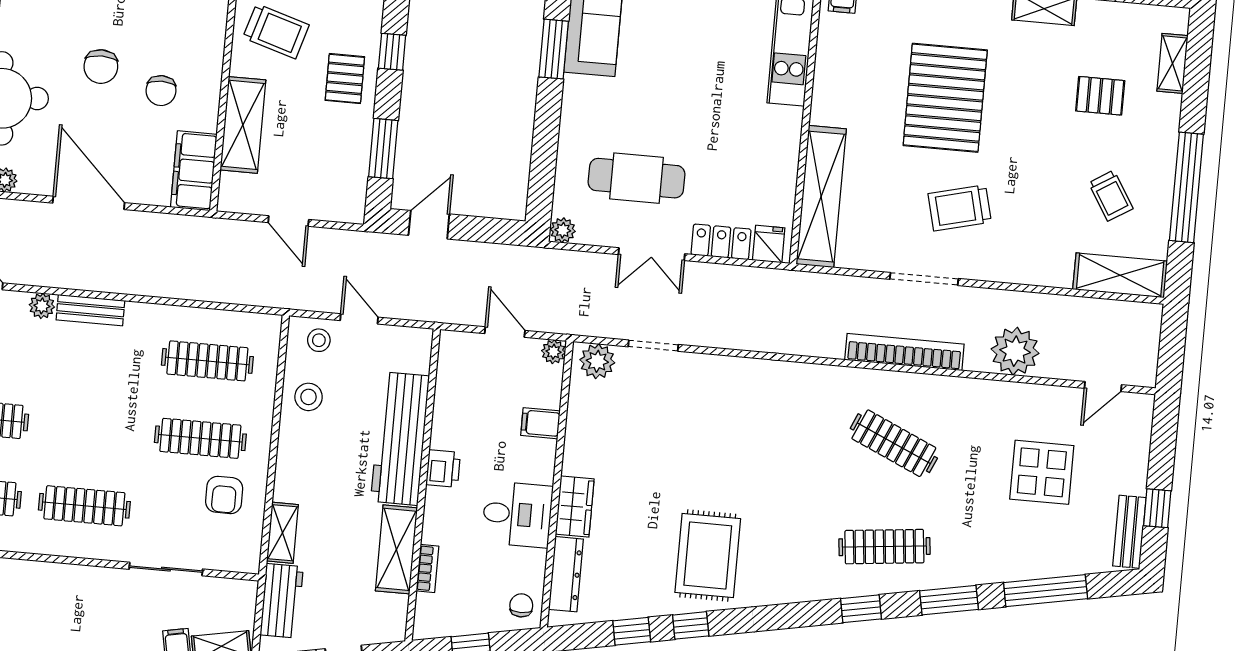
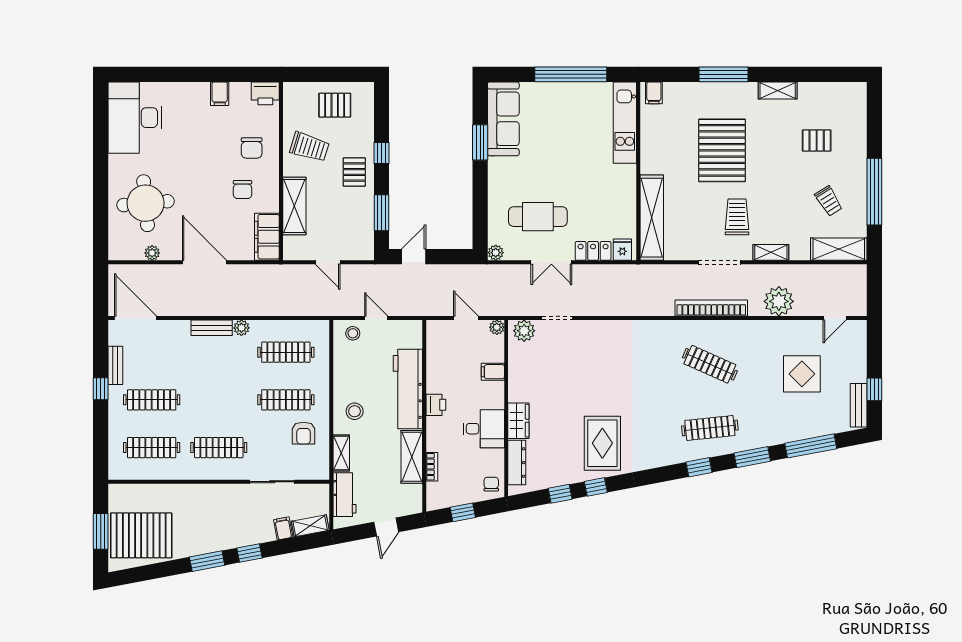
shelving: (1172, 63) -> (771, 252), moved, turned 90
chair: (101, 67) -> (252, 148), moved
trolley: (960, 208) -> (737, 217), turned 104
plant: (42, 306) -> (241, 328), moved
stool: (309, 397) -> (355, 411), moved

